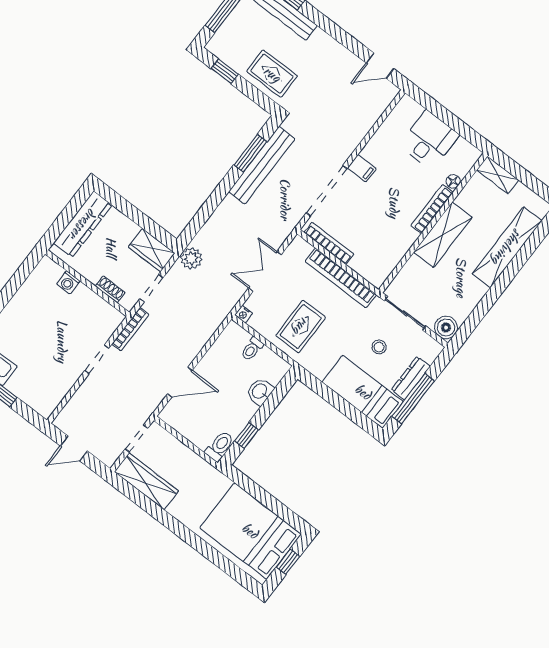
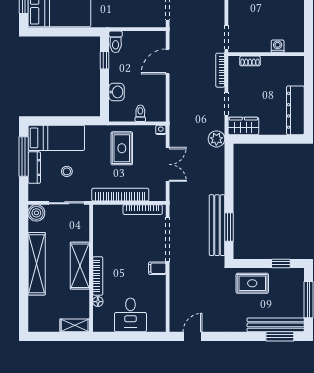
shelving: (507, 247) -> (37, 264), moved
washing machine: (68, 282) -> (278, 46), moved
wall: (87, 283) -> (266, 54), moved
shoe rack: (110, 289) -> (250, 61), moved

